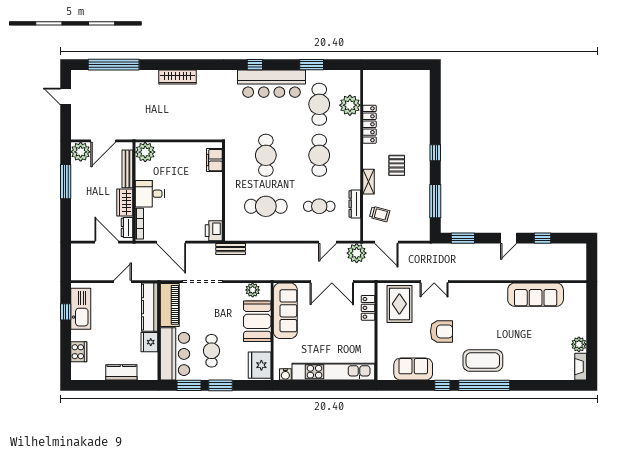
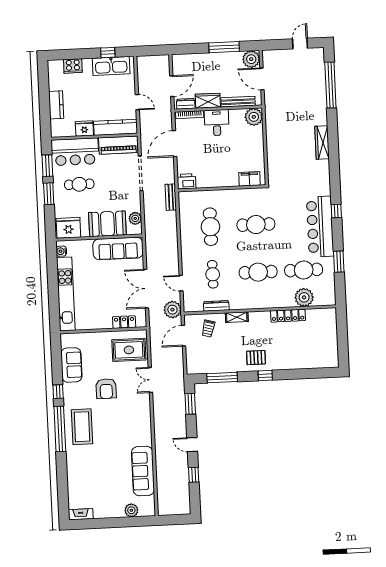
pallet: (397, 165) -> (256, 358), moved
plant: (579, 344) -> (131, 510), moved

